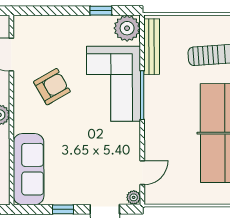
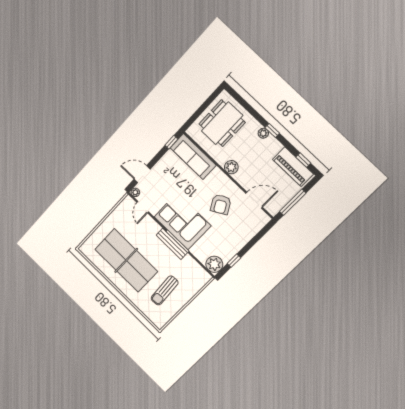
bench: (152, 47) -> (172, 244), moved
corner sofa: (113, 84) -> (182, 221), moved
window: (63, 209) -> (171, 142), moved

